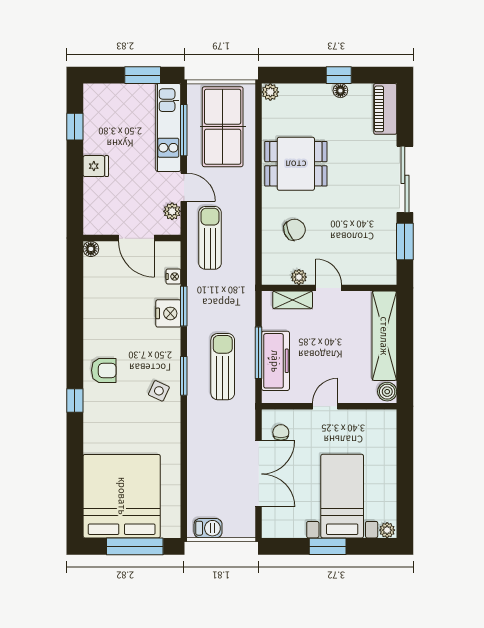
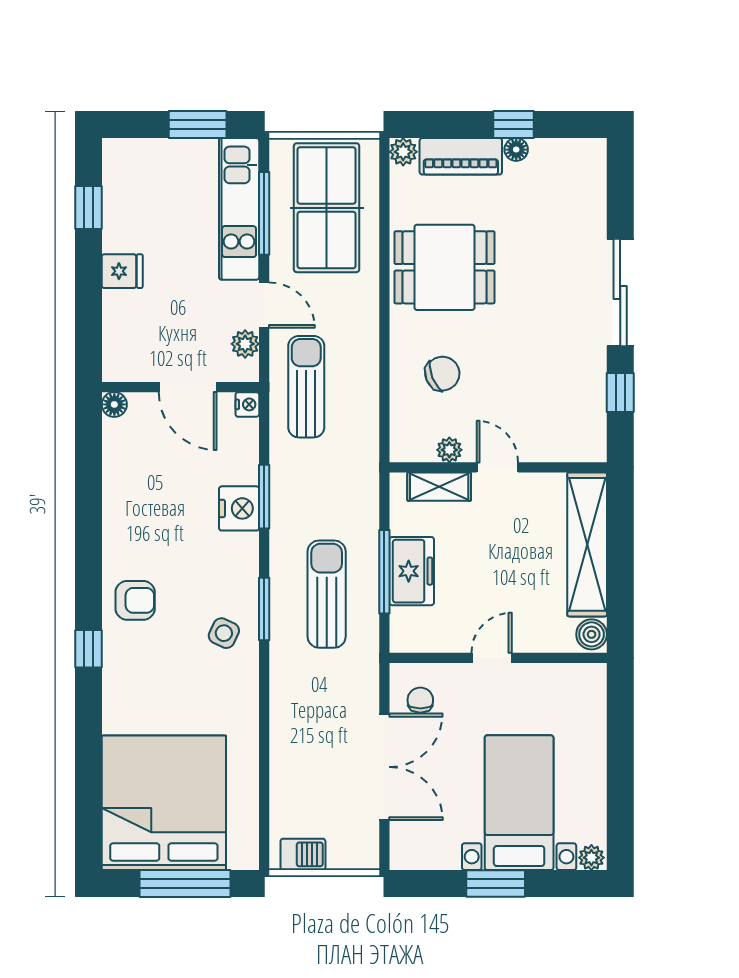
piano: (385, 109) -> (461, 156), moved, turned -90
window: (405, 241) -> (620, 393), width x0.67
nightstand: (173, 277) -> (247, 404), moved
freezer: (275, 361) -> (412, 571), width x0.71

